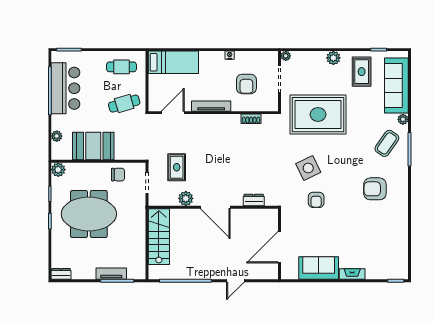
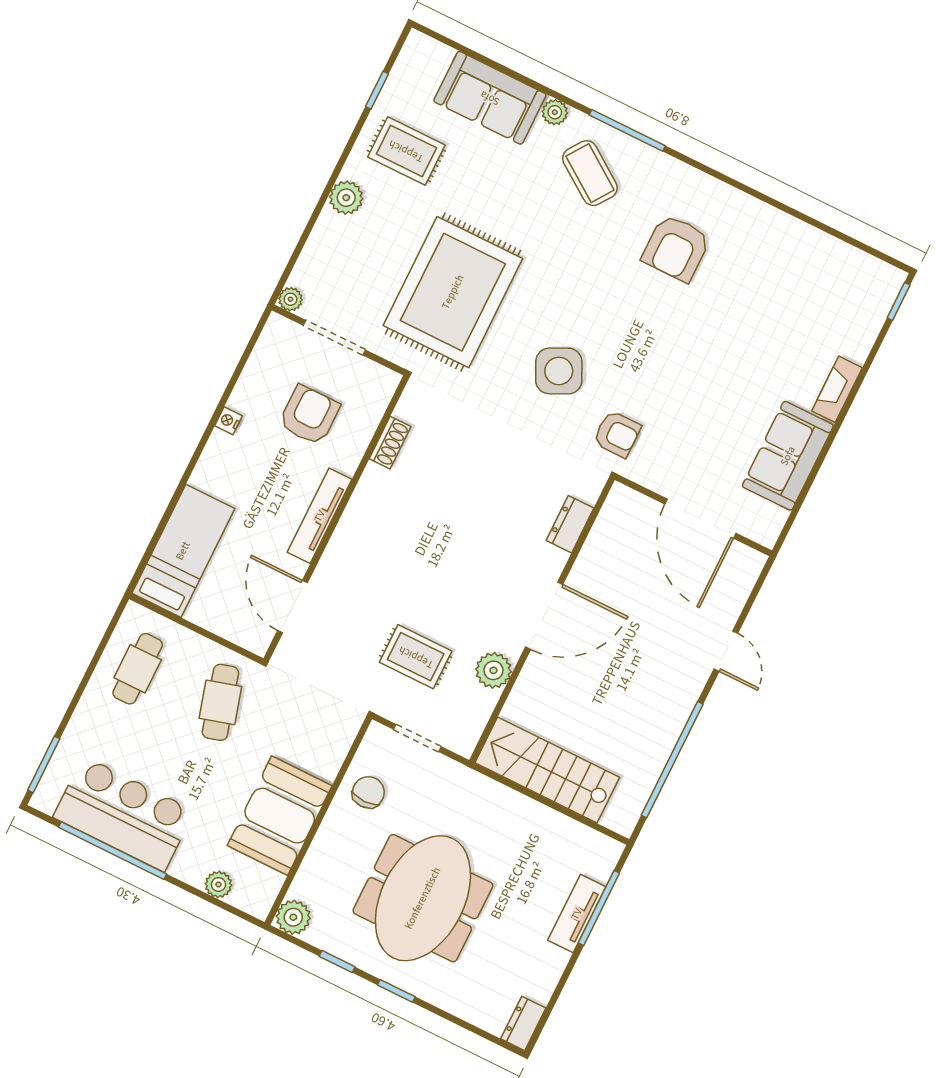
armchair: (246, 84) -> (309, 415), turned -90
sofa: (396, 85) -> (490, 98), width x0.73
armchair: (316, 200) -> (617, 434), moved

